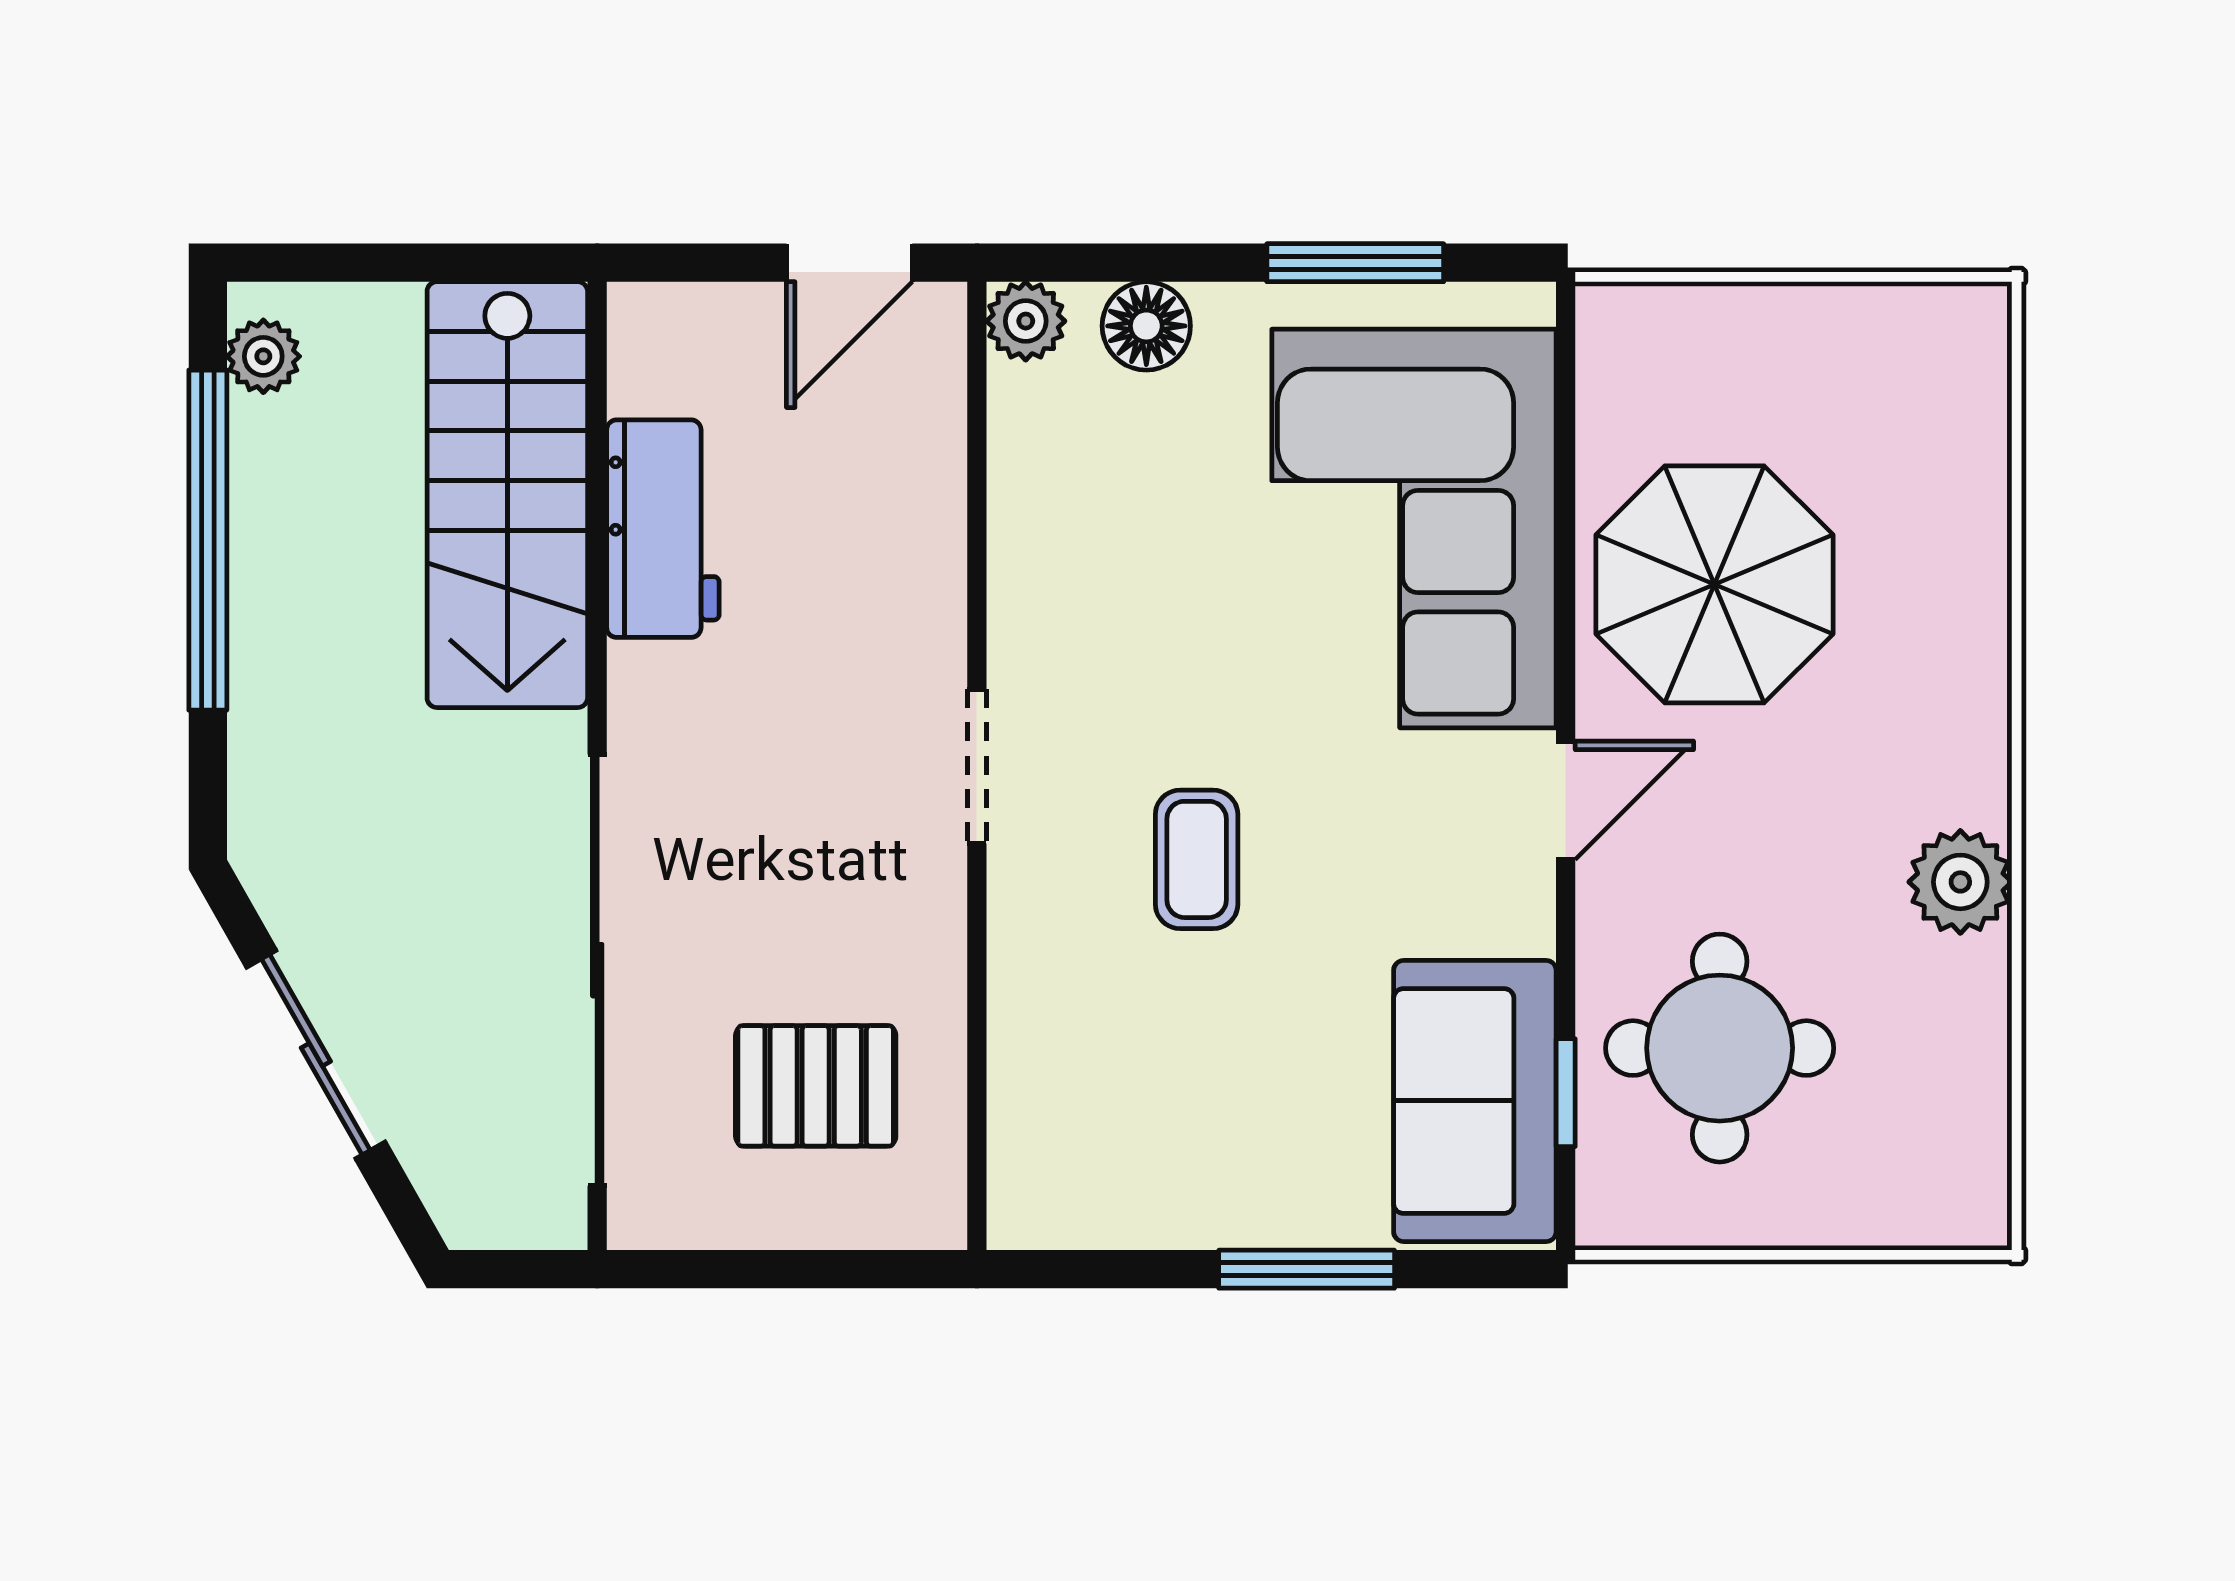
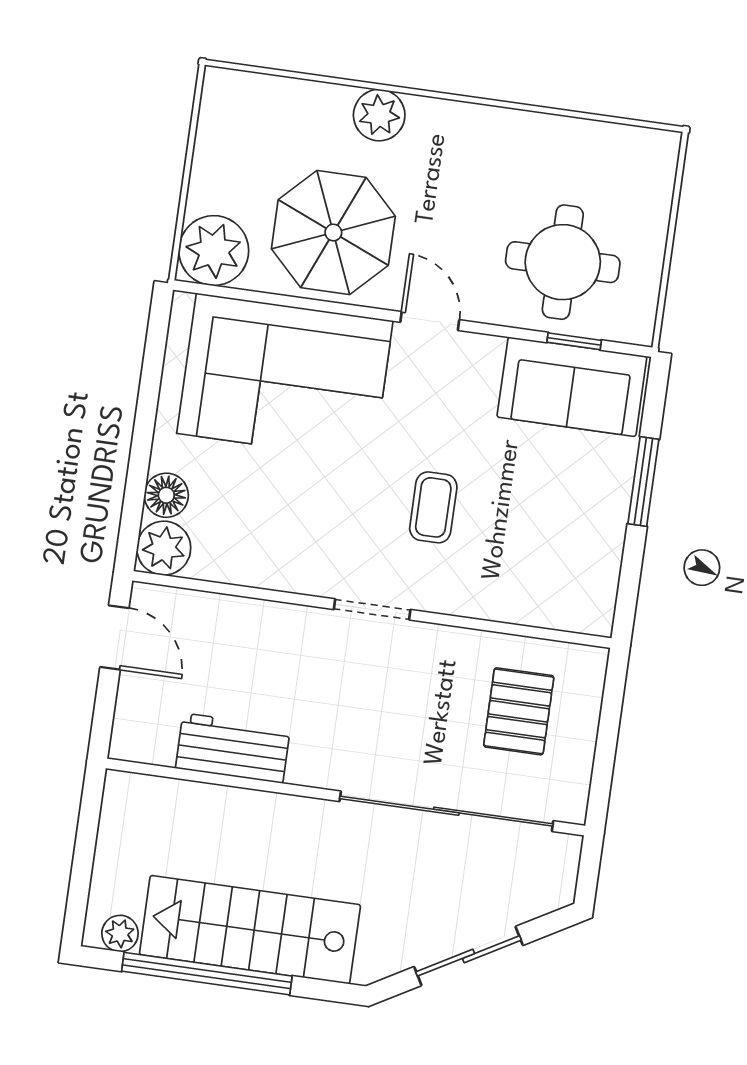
window: (1355, 263) -> (150, 388), removed
plant: (1026, 321) -> (164, 548), width x1.38, depth x1.38
plant: (1645, 352) -> (214, 251), added
stairs: (507, 495) -> (250, 930), moved, turned 180
coffee table: (1197, 859) -> (433, 507), turned 90
plant: (1960, 882) -> (379, 115), moved

